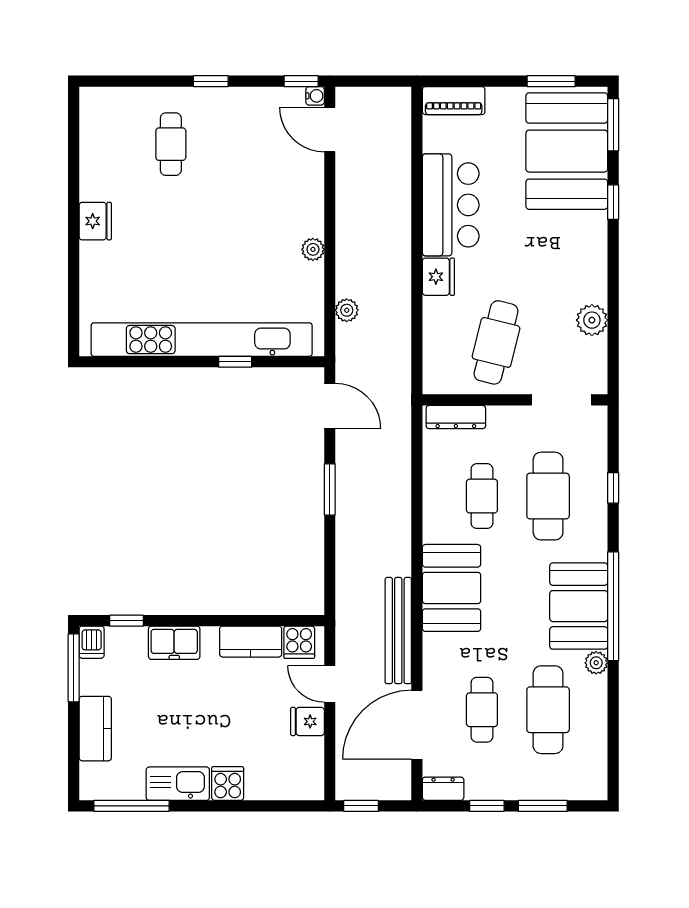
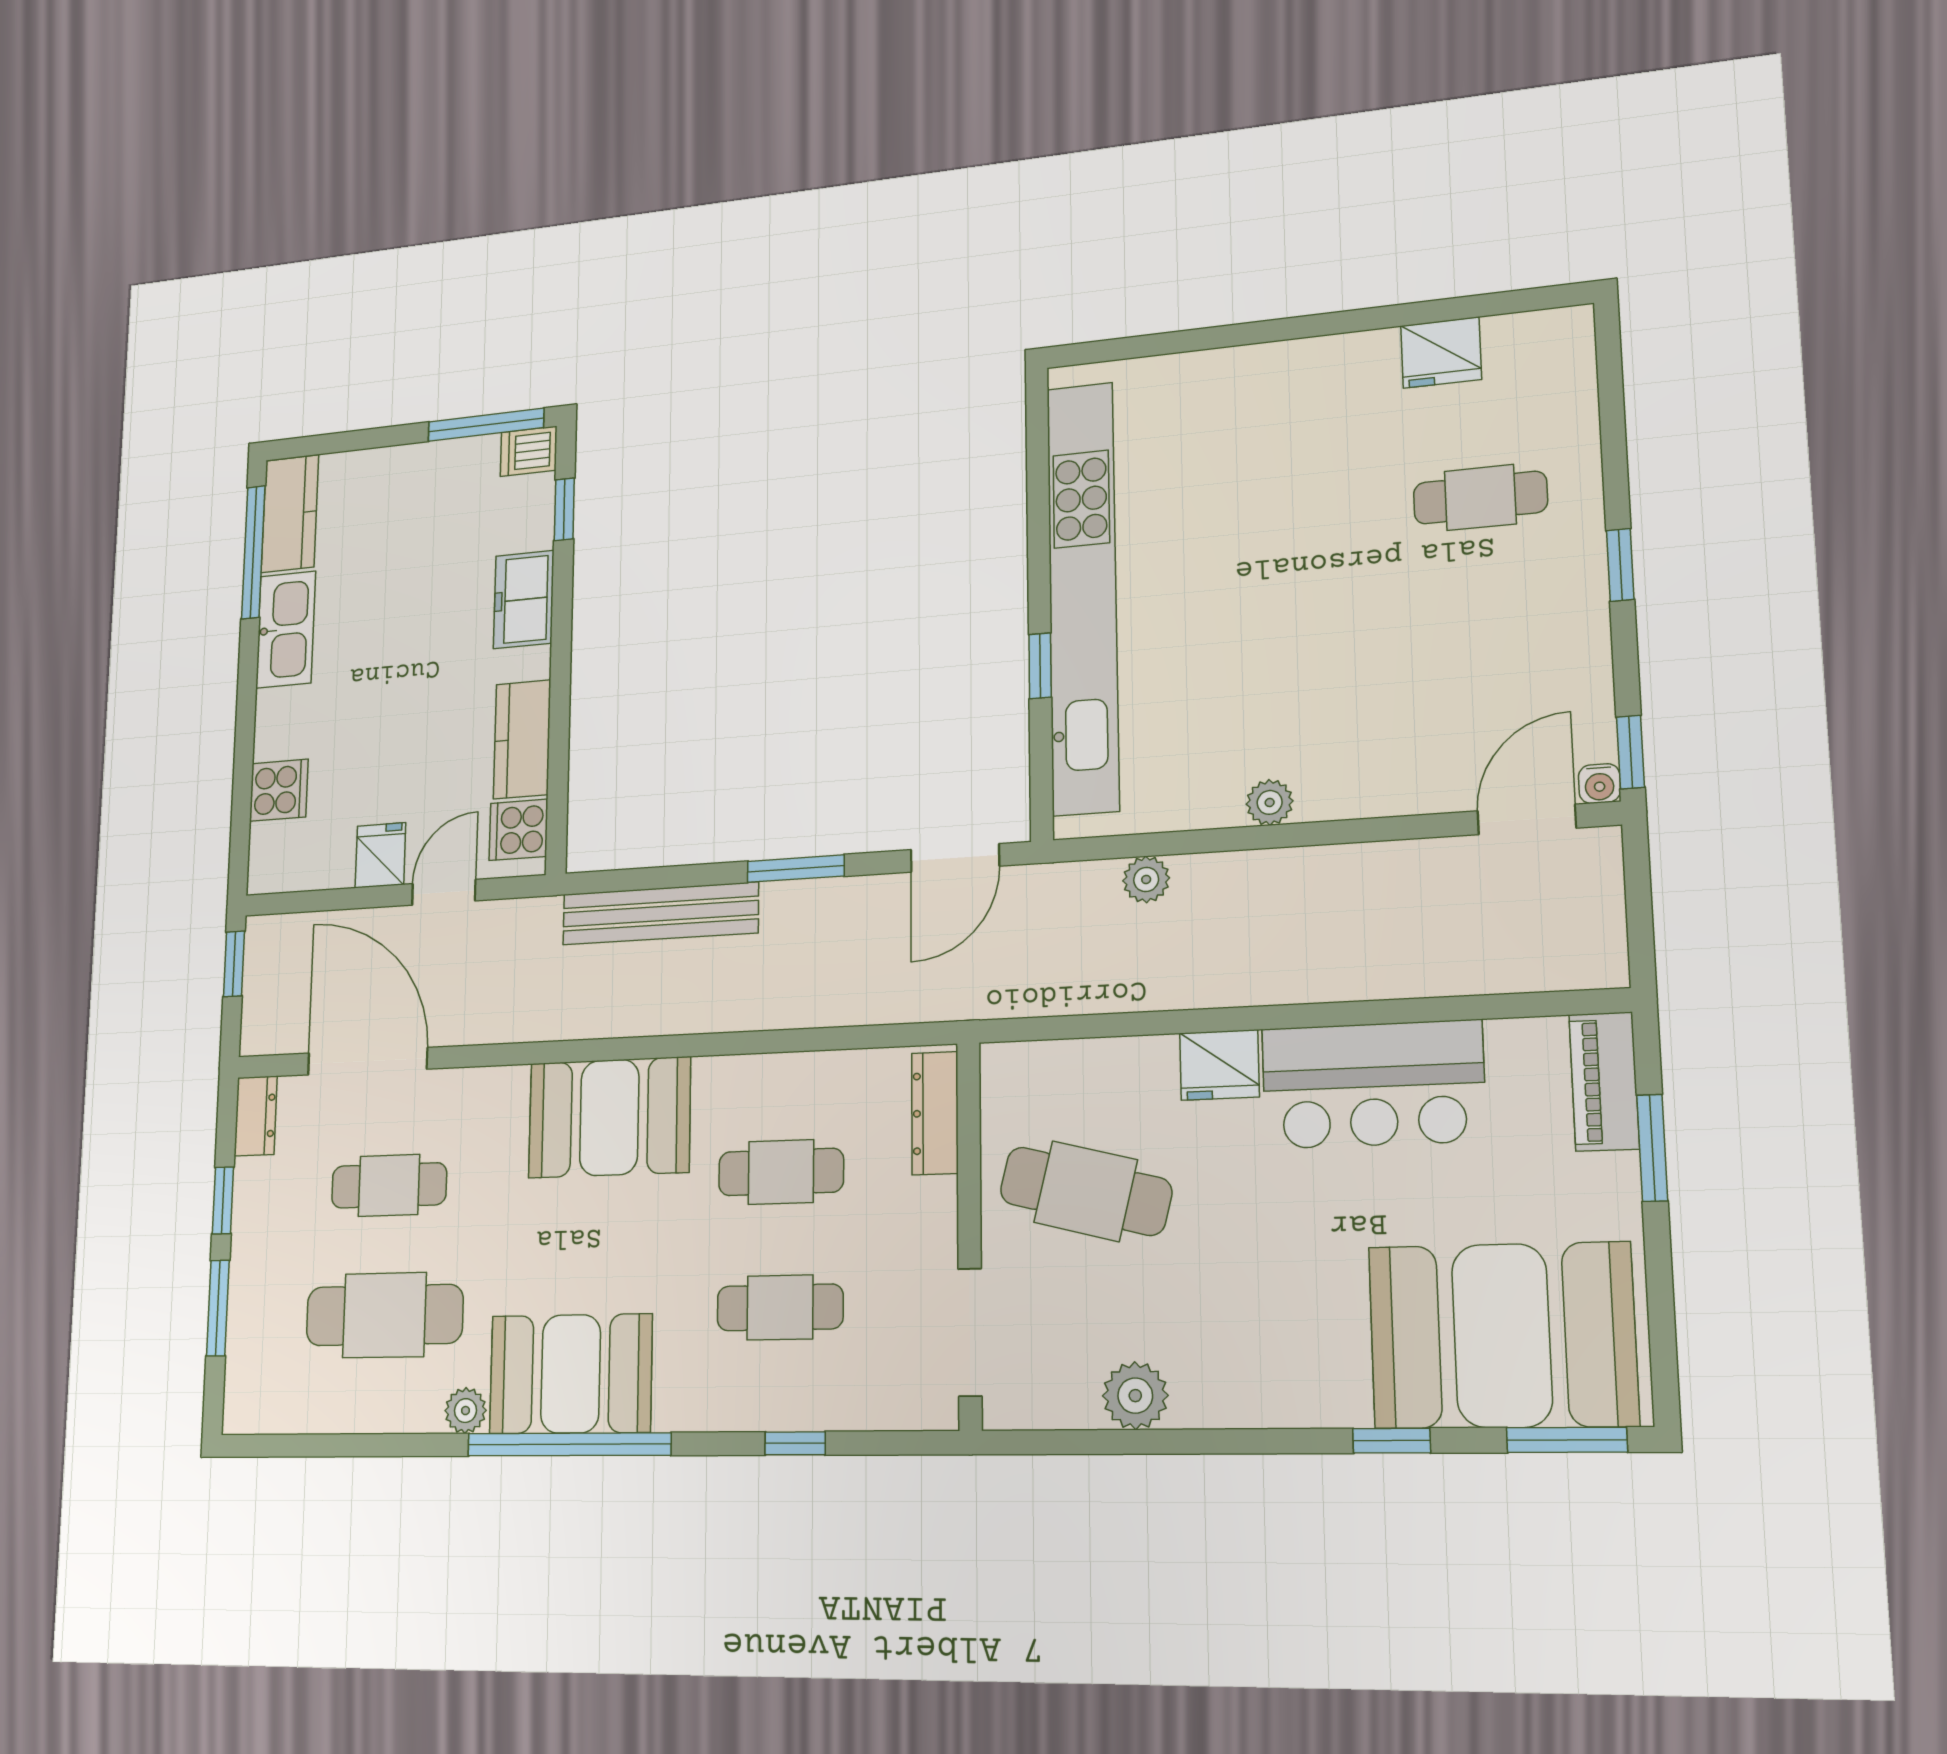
window: (551, 81) -> (1652, 1148), moved
fridge: (95, 221) -> (1441, 352), moved
cafe table: (548, 496) -> (780, 1307), width x0.73, depth x0.74
bench: (398, 631) -> (660, 914), moved
kitchen counter: (95, 729) -> (290, 514), moved, turned -90
cooker: (228, 784) -> (279, 790), moved

